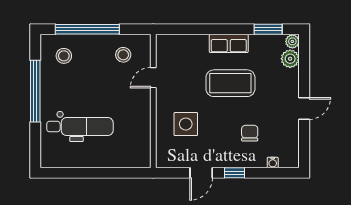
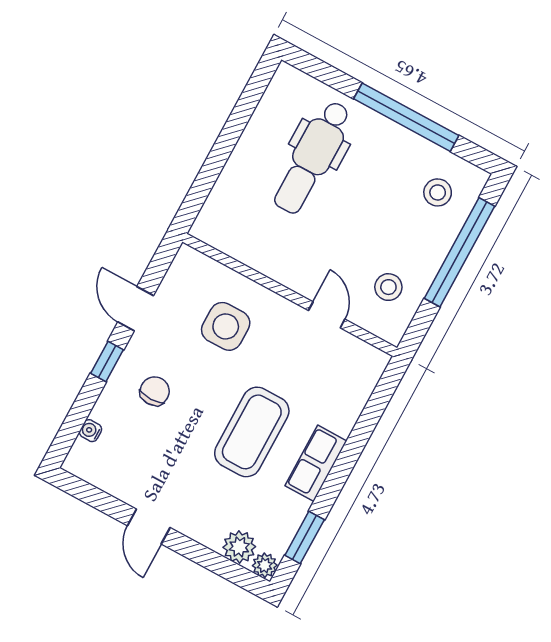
chair: (250, 133) -> (155, 391), moved, turned -90

